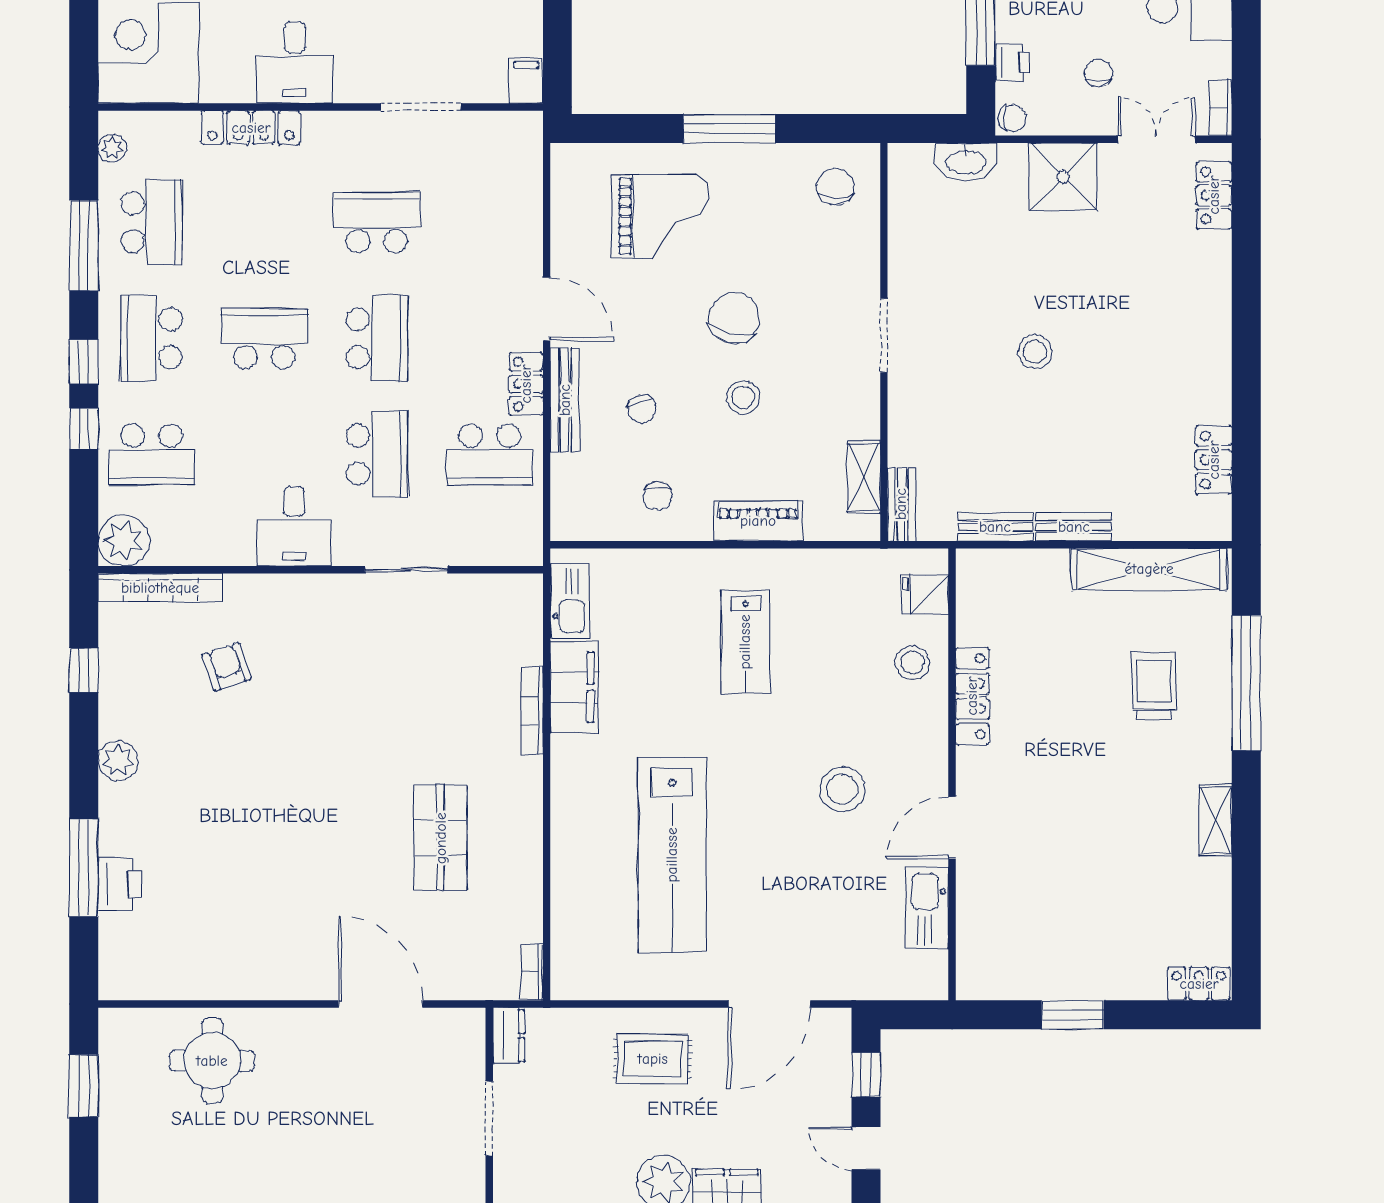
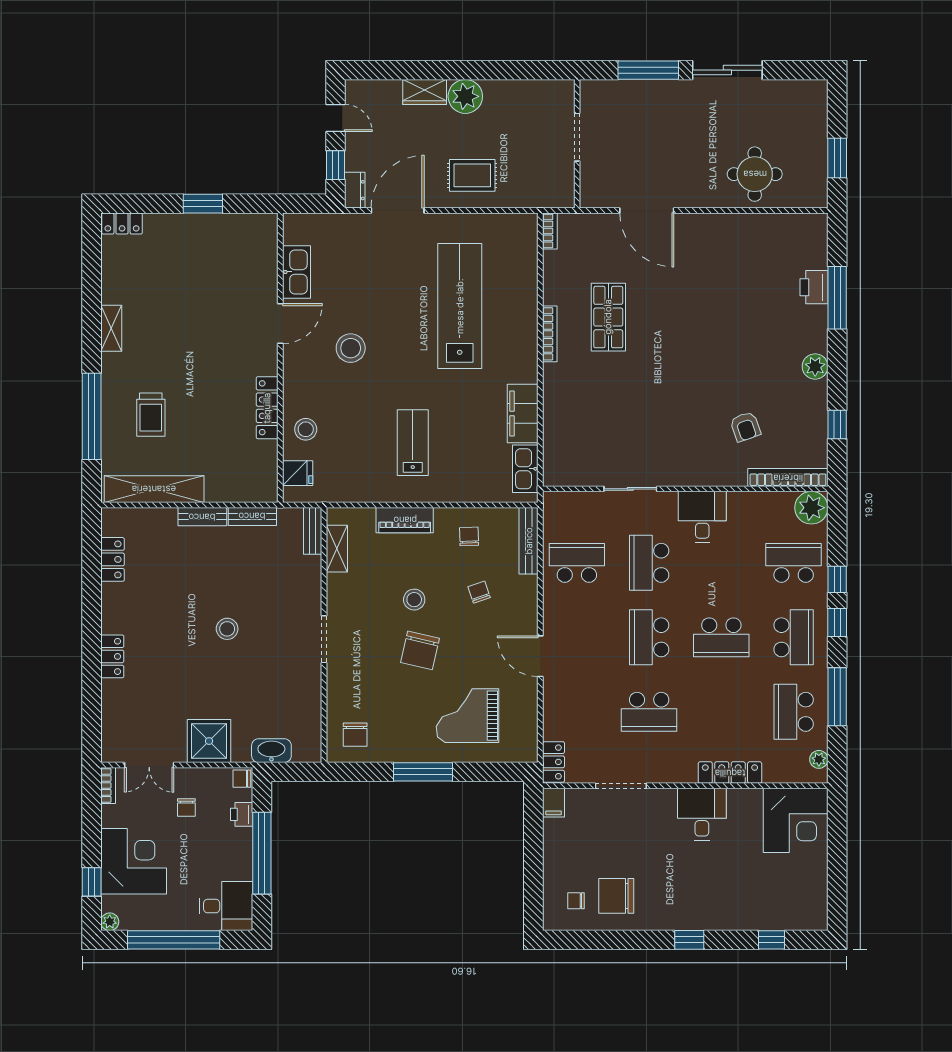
locker: (1214, 195) -> (112, 656), moved
locker: (526, 384) -> (553, 762), moved
bench: (565, 400) -> (529, 541), moved
bookcase: (532, 711) -> (550, 334), moved
dresser: (509, 1036) -> (355, 190), moved, turned 180

